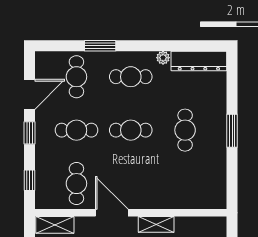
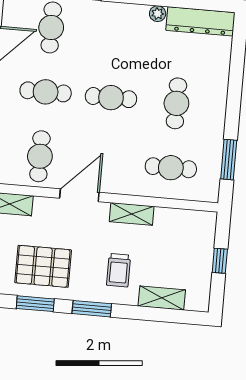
cafe table: (131, 77) -> (171, 168), moved
window: (232, 131) -> (229, 160), moved
door: (112, 213) -> (79, 195), hinge flipped

